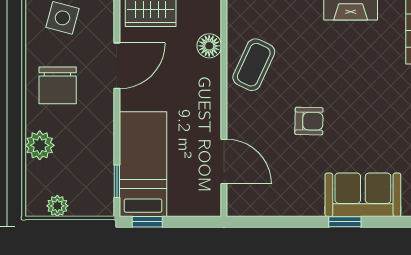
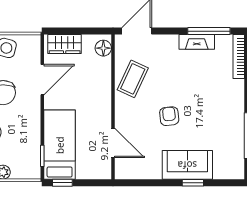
floor lamp: (209, 46) -> (103, 48), moved
armchair: (309, 121) -> (169, 116), turned -97
sofa: (363, 195) -> (187, 165), moved

